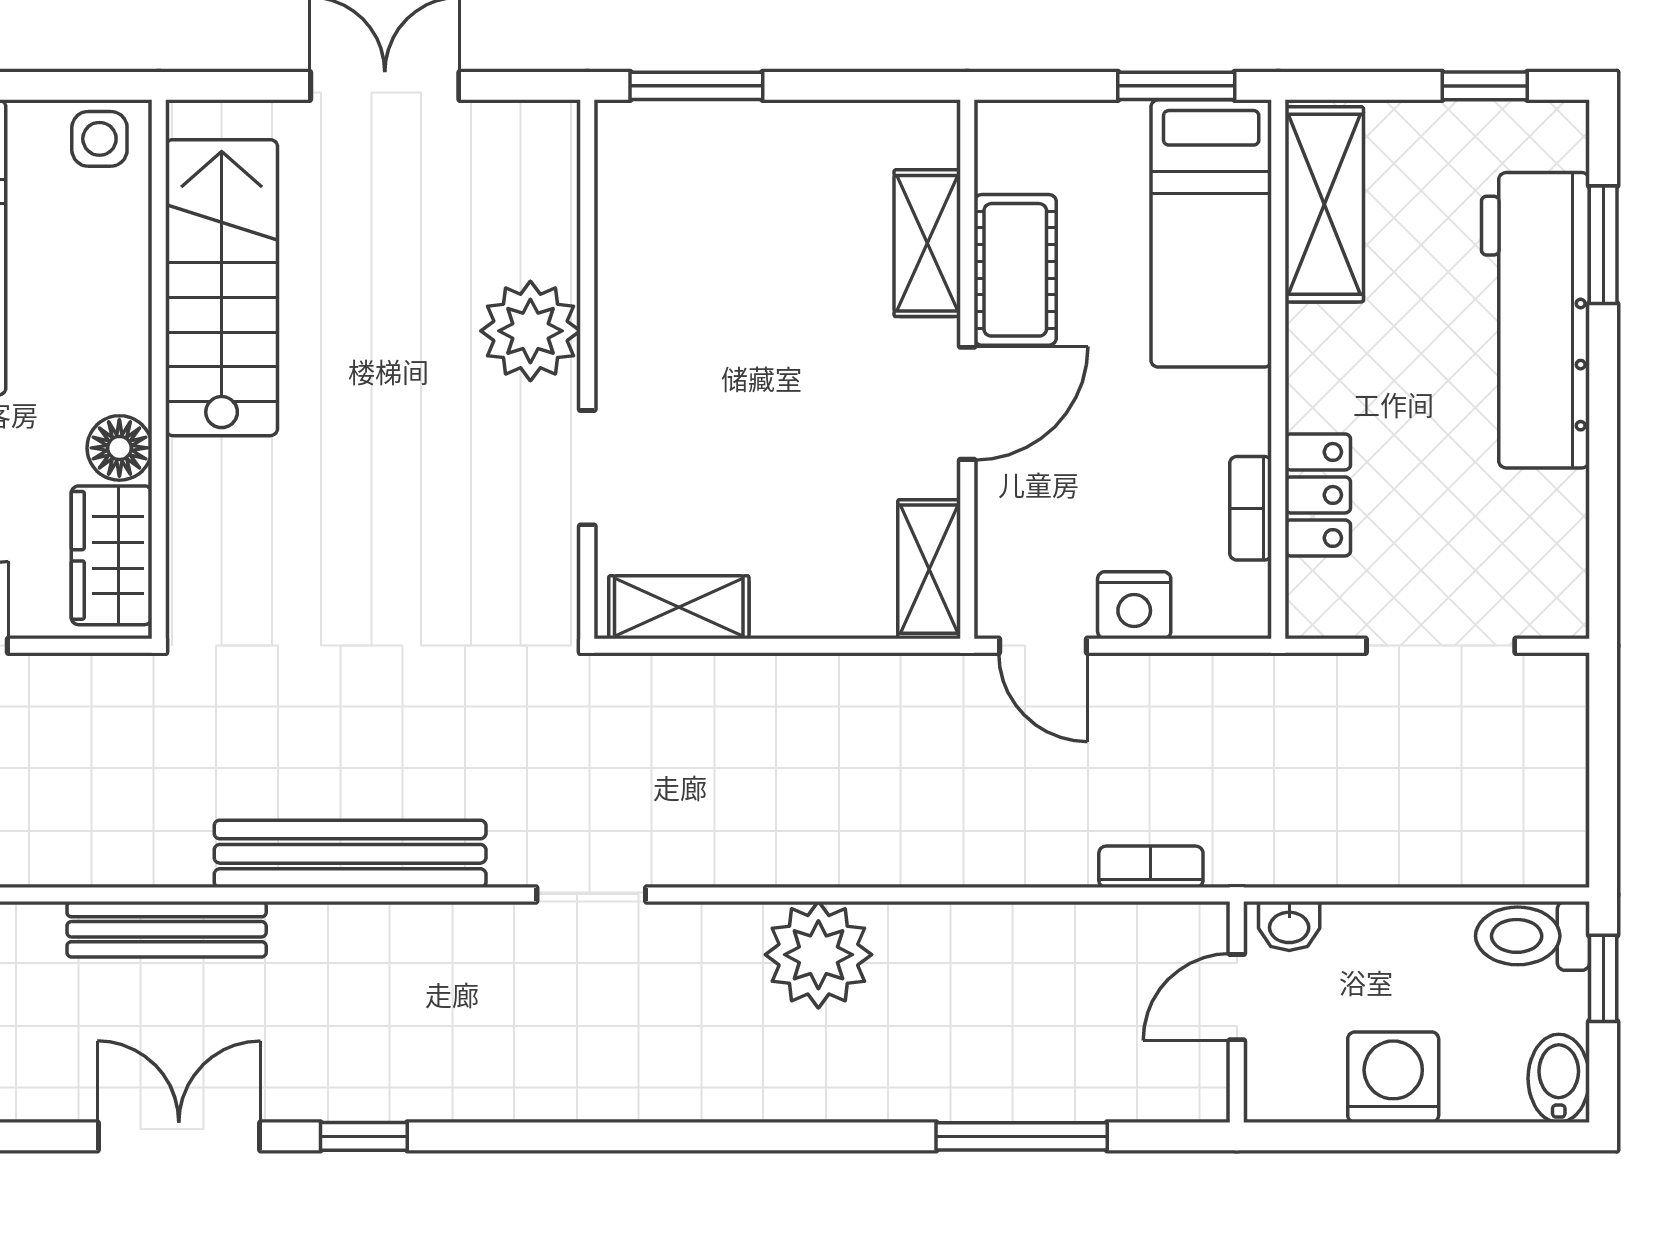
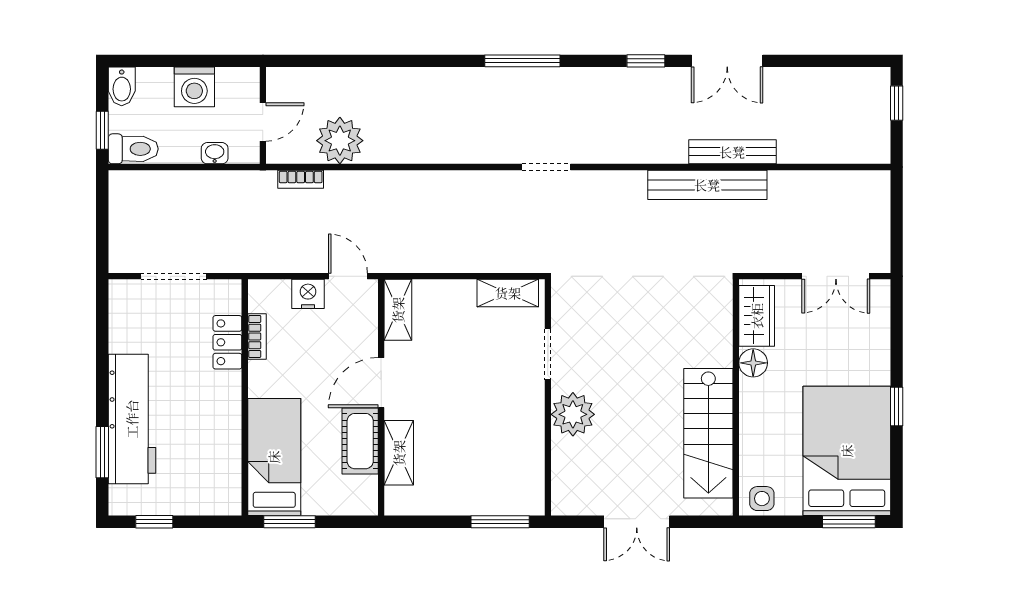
shelving: (1324, 204) -> (225, 470), removed
bench: (350, 854) -> (707, 185), moved
washbasin: (1289, 926) -> (215, 153), moved
plant: (818, 955) -> (340, 141), moved
window: (1022, 1136) -> (522, 61), moved

